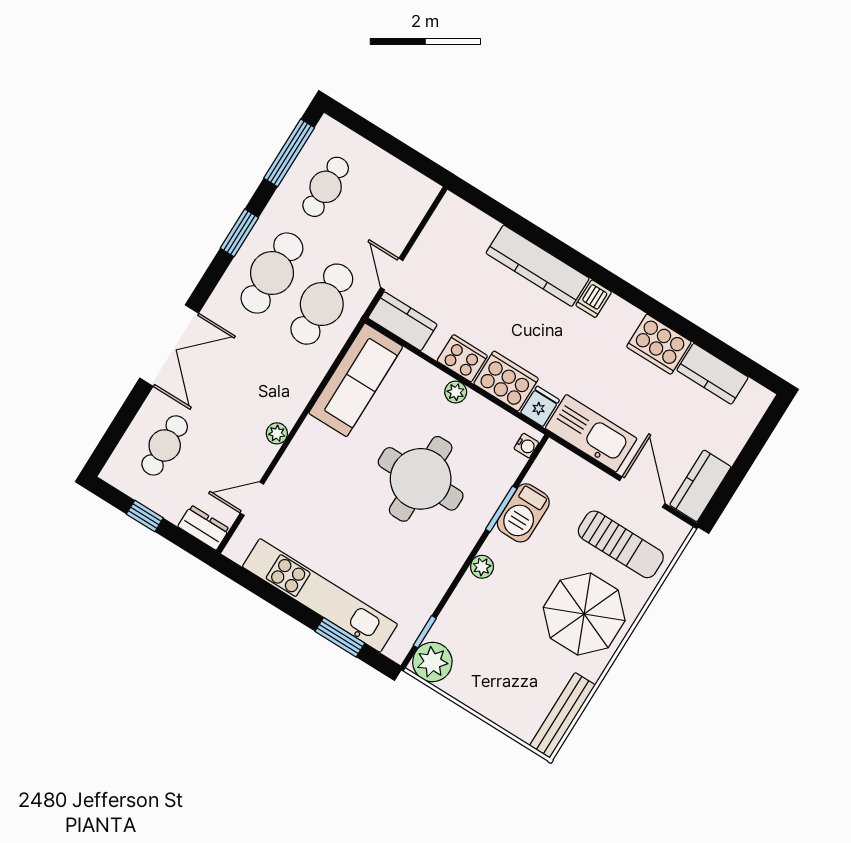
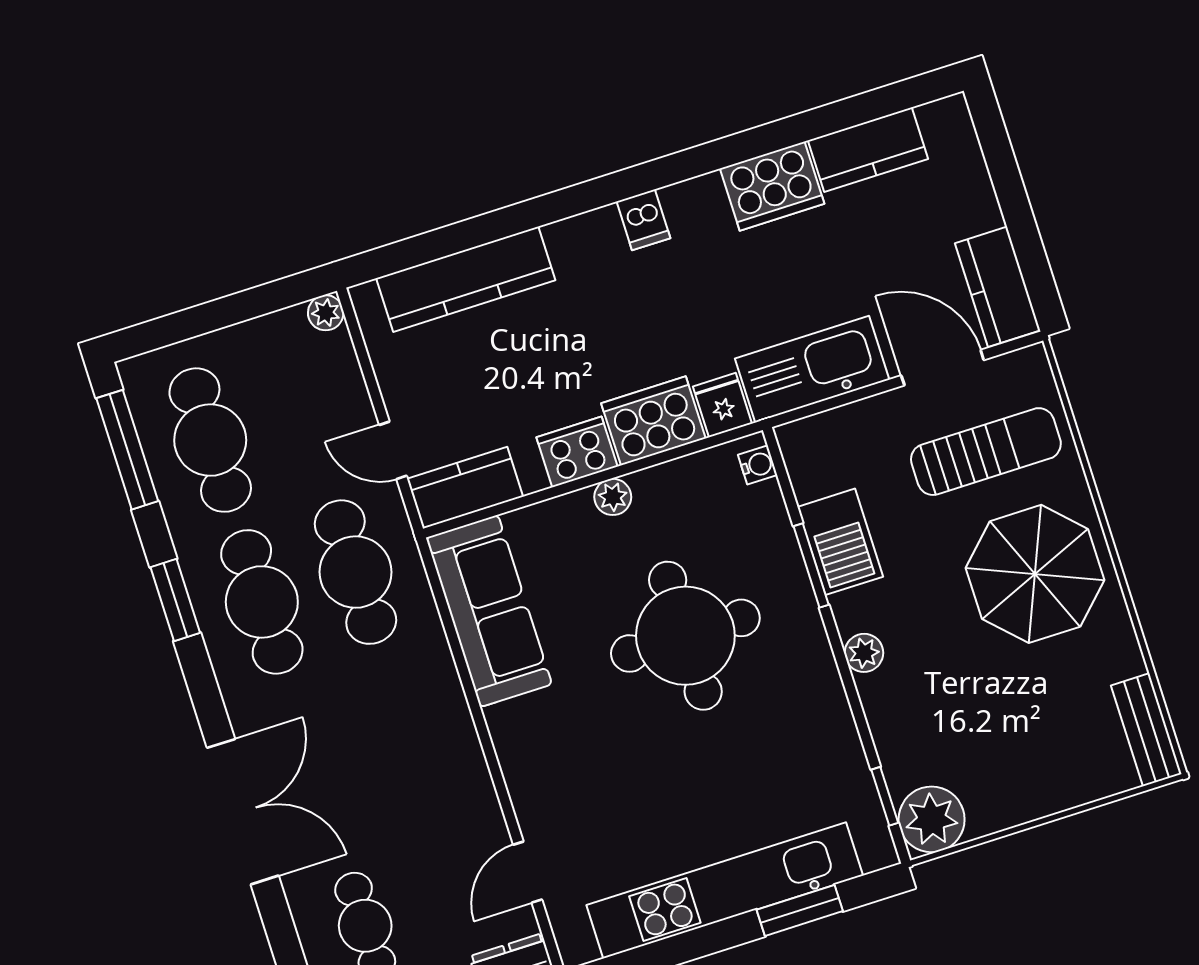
cafe table: (326, 187) -> (210, 440), width x1.37, depth x1.35
kitchen counter: (538, 266) -> (466, 279), moved
plant: (277, 433) -> (326, 313), moved
bench: (562, 715) -> (1146, 730), width x0.73

